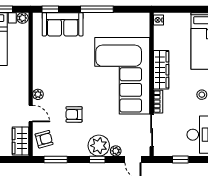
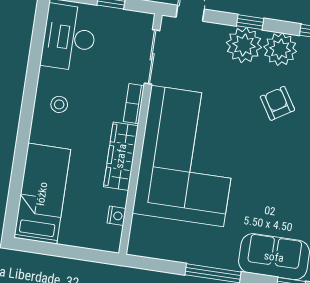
nightstand: (158, 20) -> (117, 216), moved
armchair: (74, 114) -> (277, 103), turned -122
plant: (116, 151) -> (280, 49), moved, width x1.87, depth x1.87

